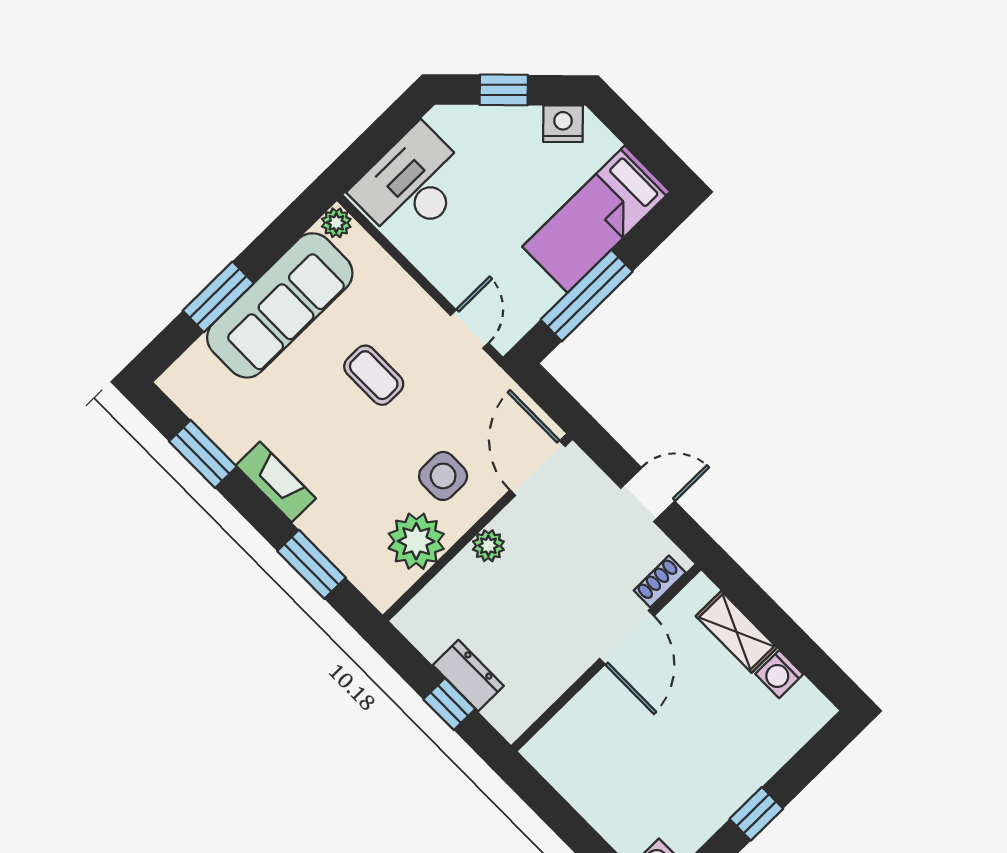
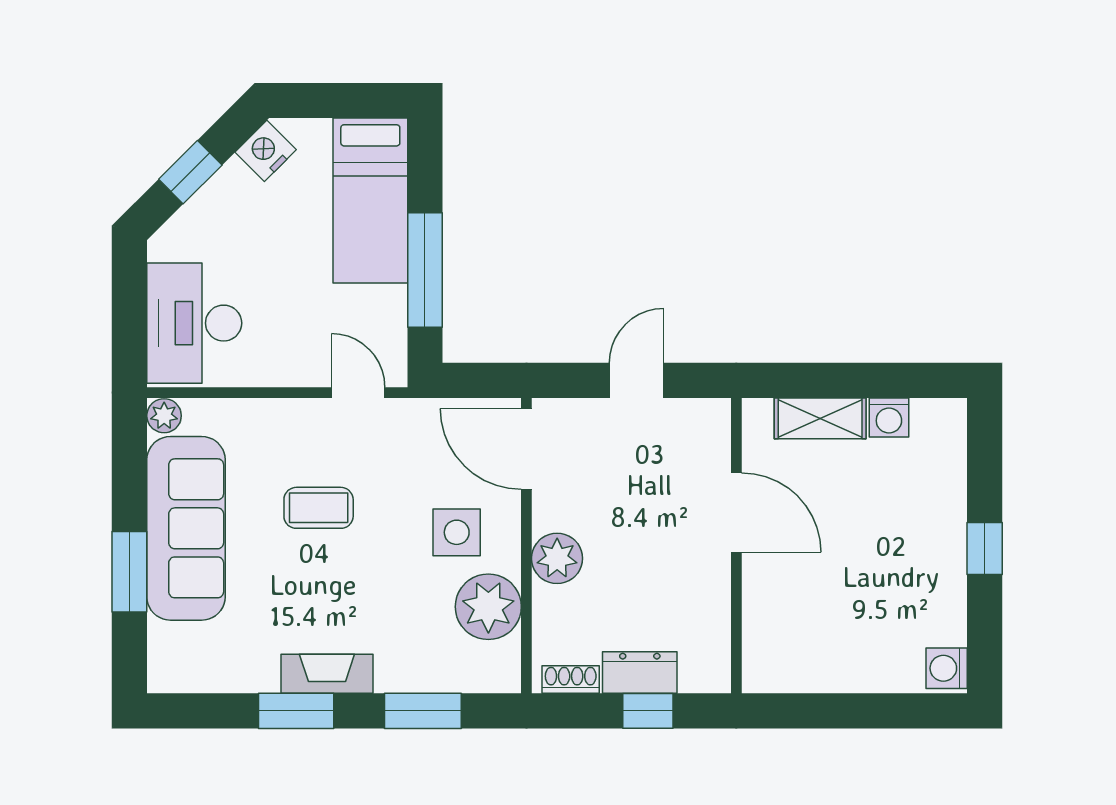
window: (203, 454) -> (296, 711), moved
plant: (488, 546) -> (557, 558), width x1.38, depth x1.38
shoe rack: (660, 581) -> (571, 679), moved, turned 90

